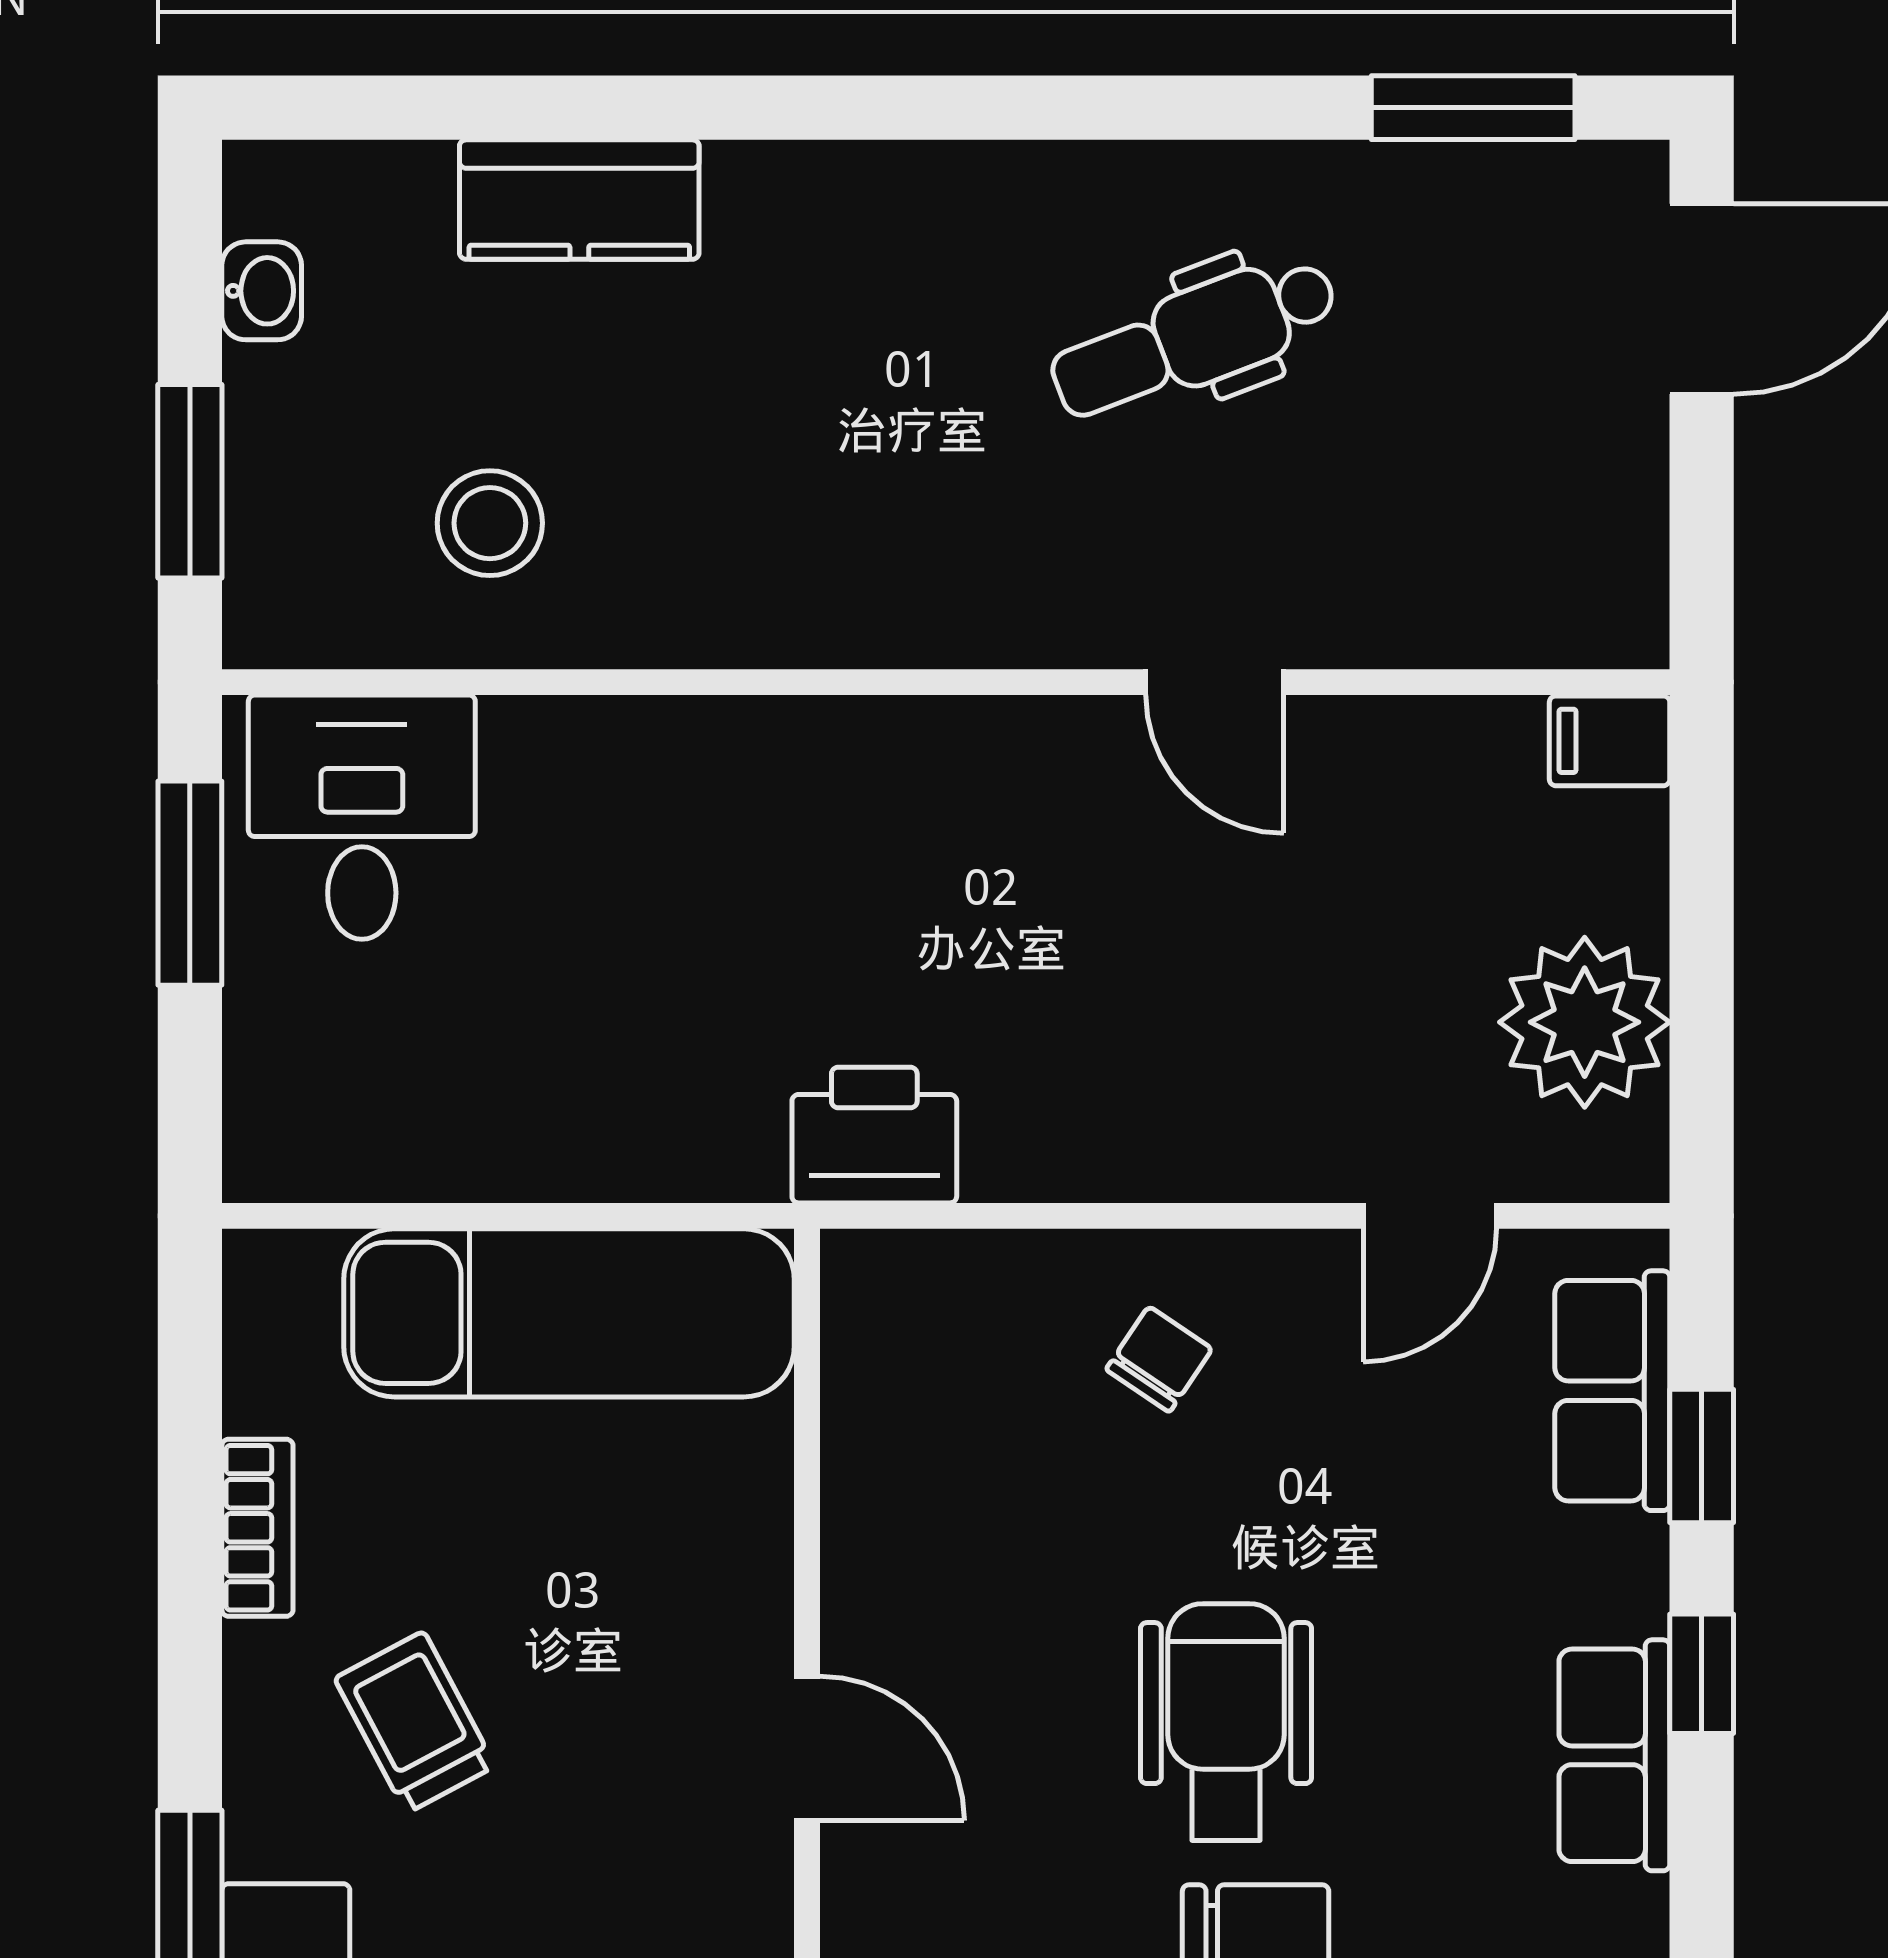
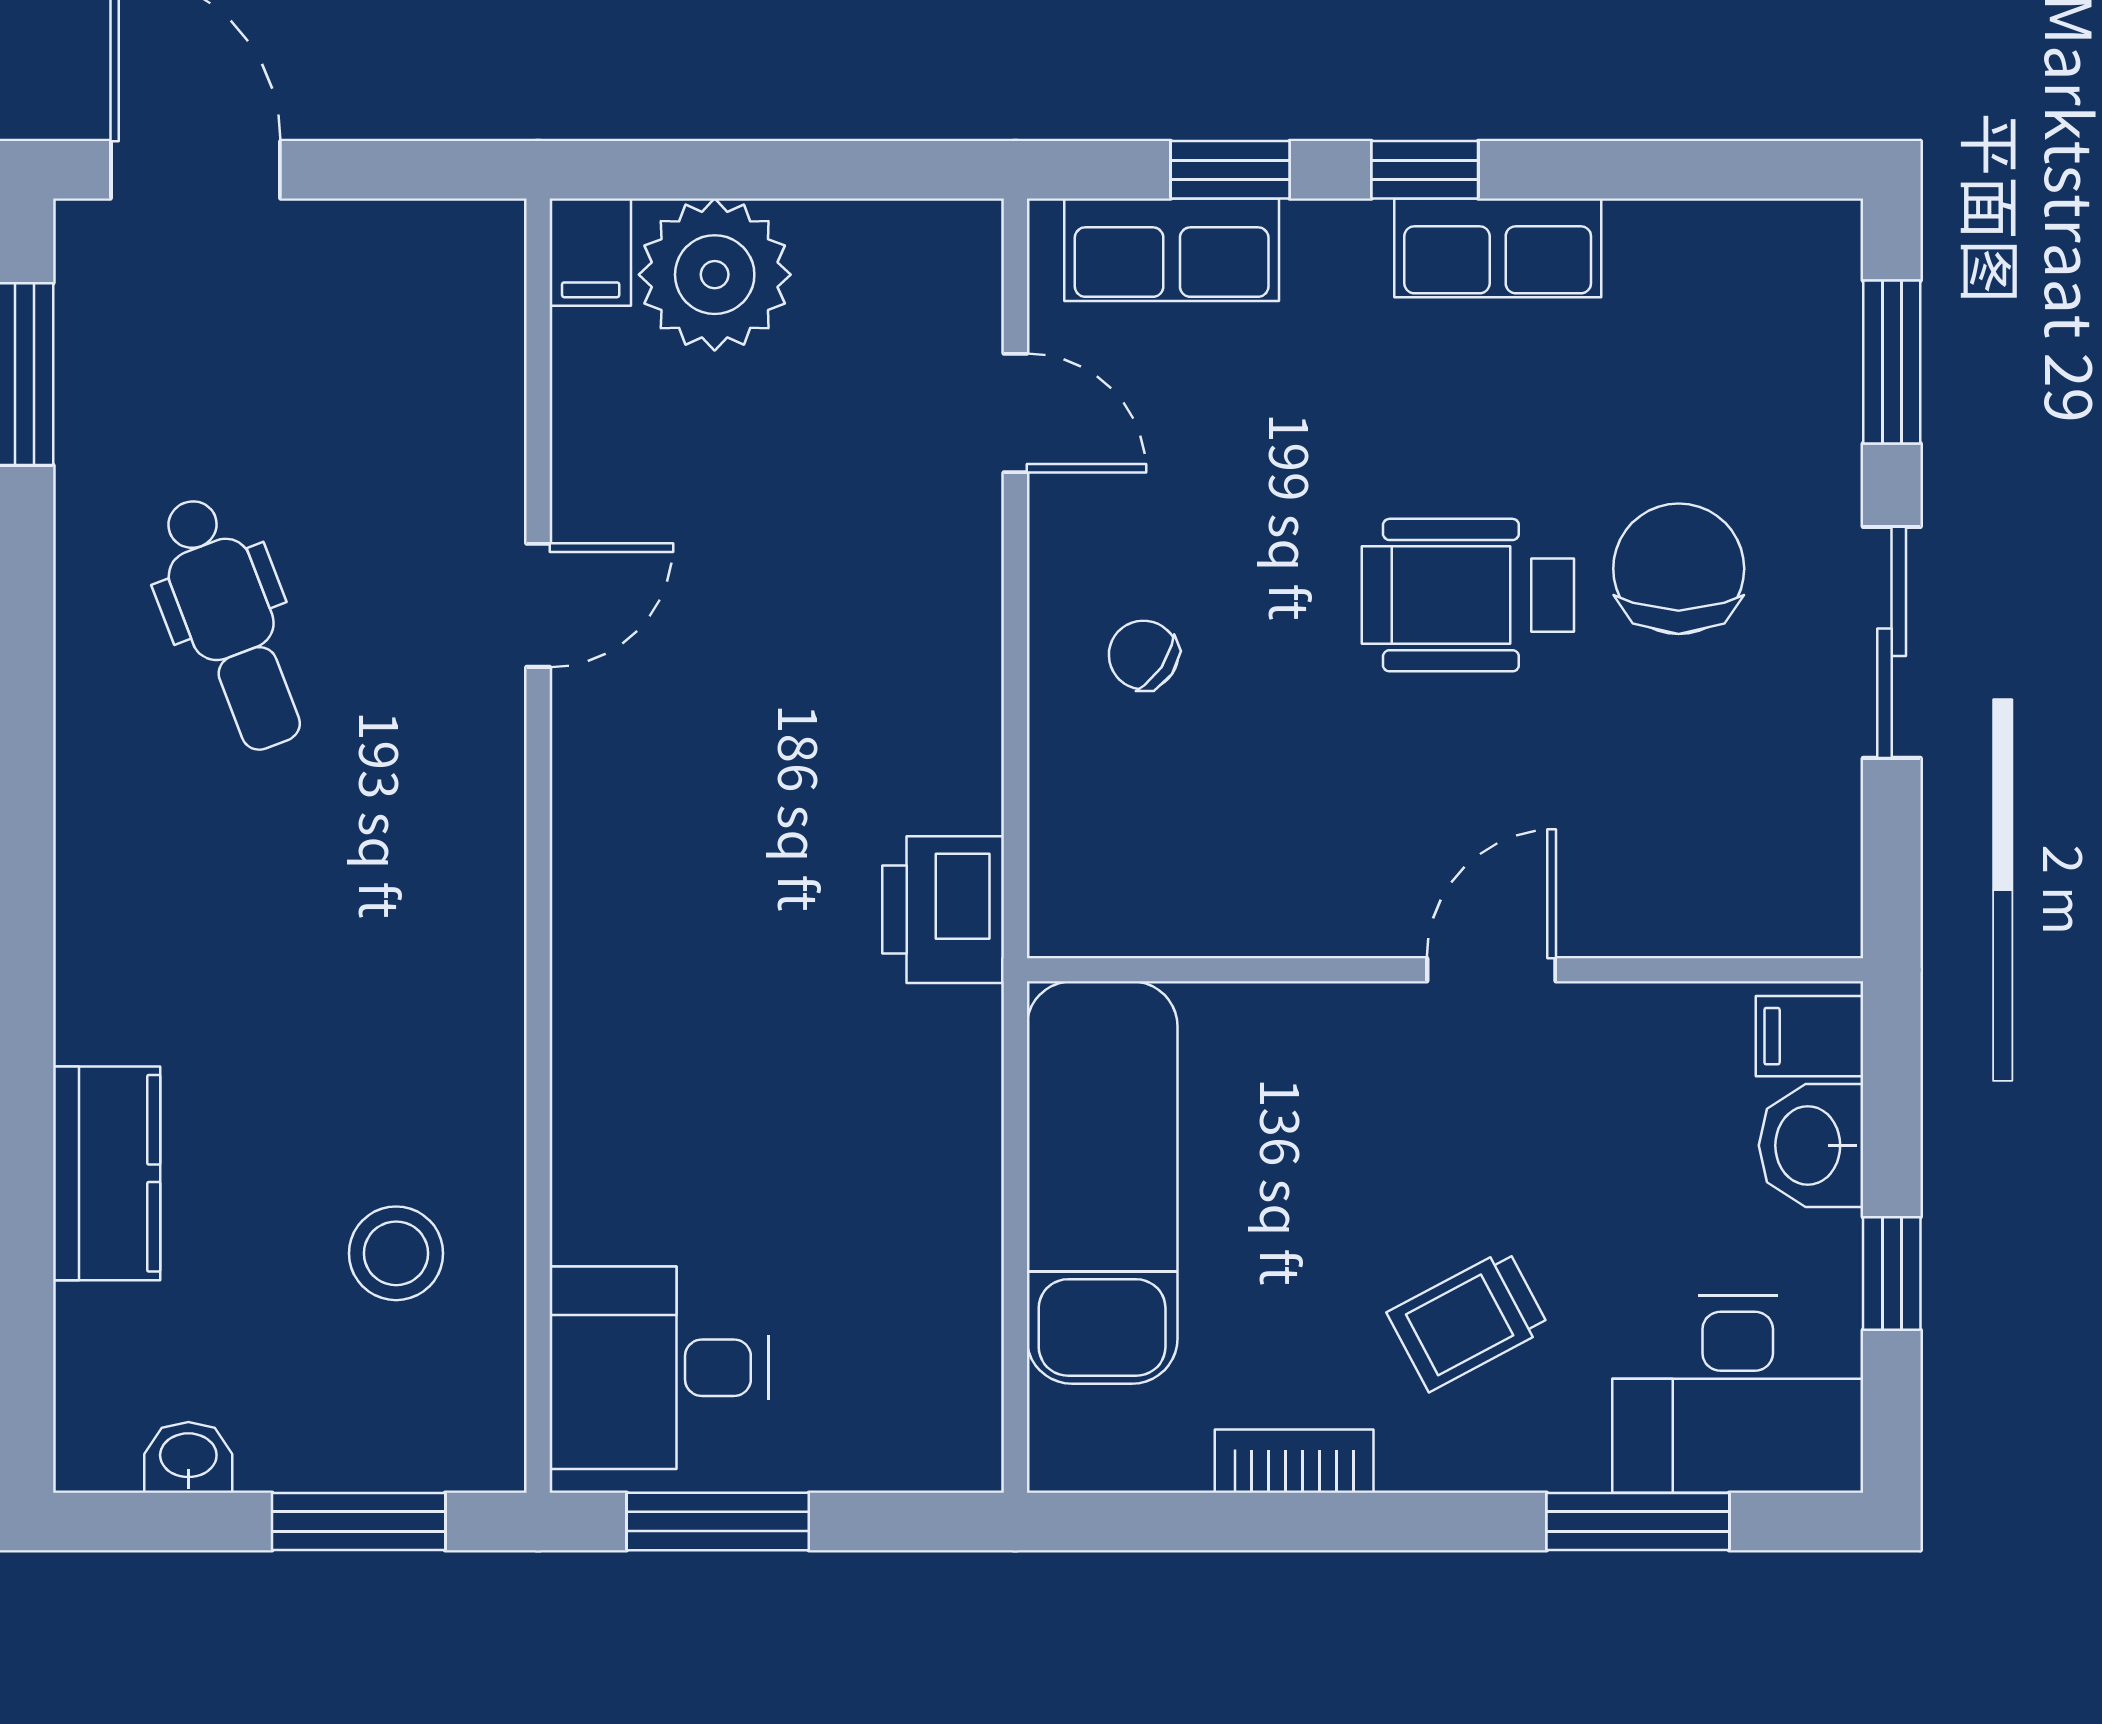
plant: (1585, 1022) -> (715, 275), moved

